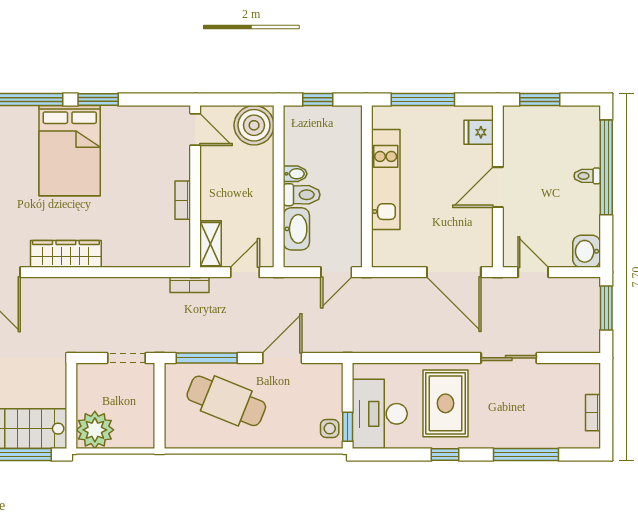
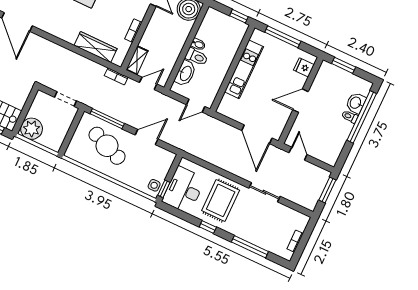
window: (318, 99) -> (239, 16), moved
washbasin: (587, 251) -> (356, 103), moved
wardrobe: (66, 254) -> (96, 47), moved

